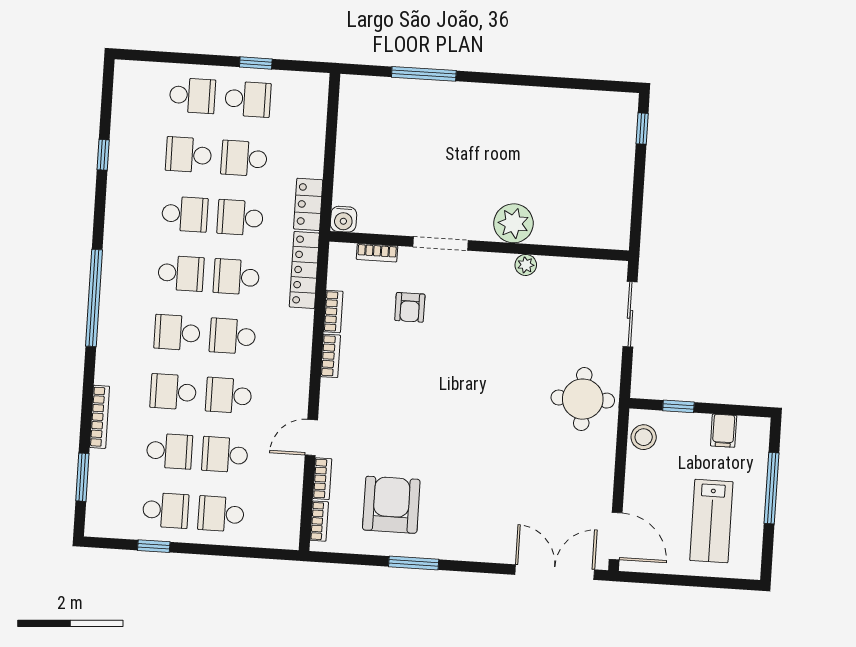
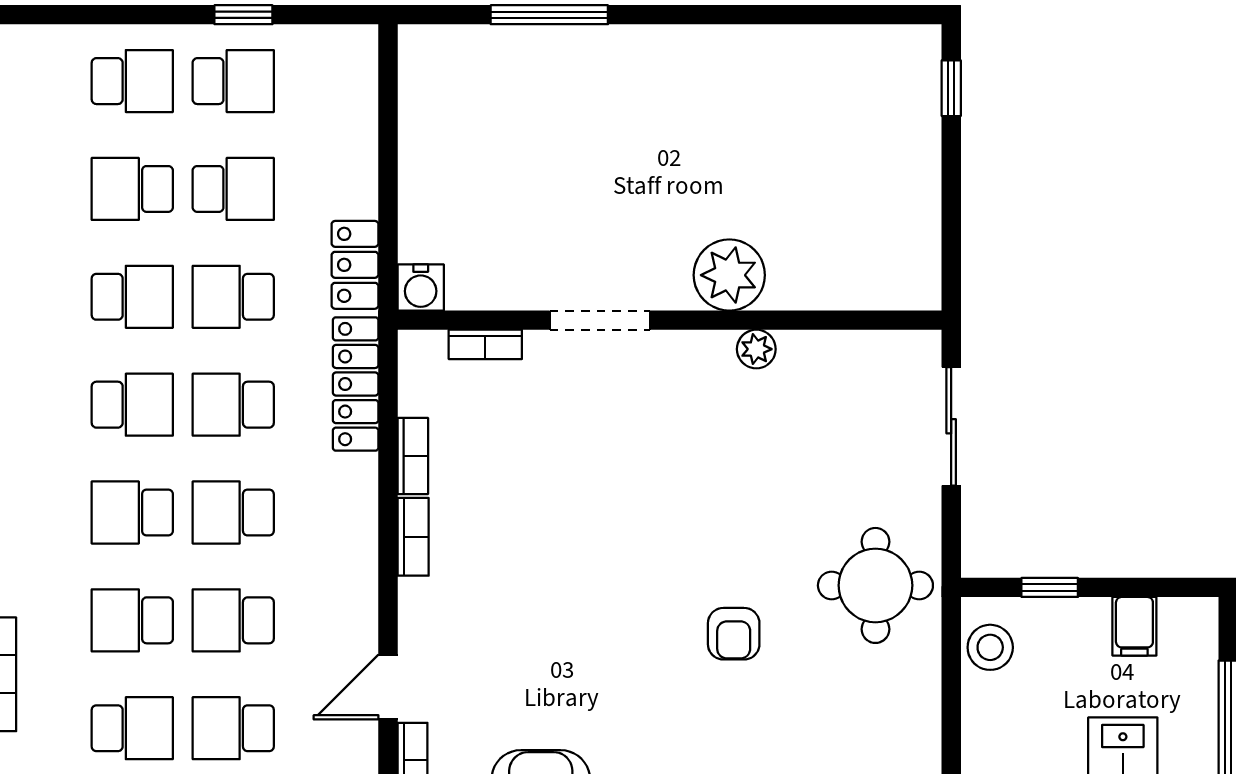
school desk: (244, 158) -> (233, 189), turned 180
armchair: (410, 307) -> (734, 634), moved

